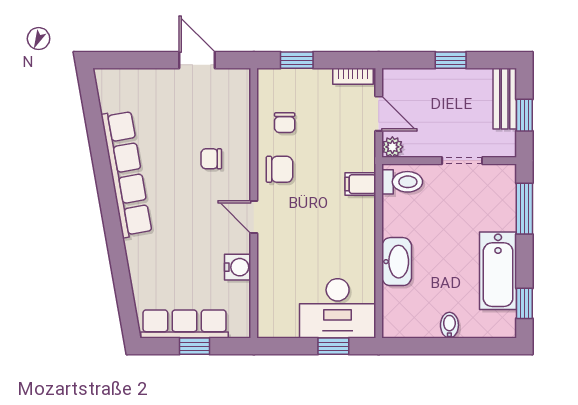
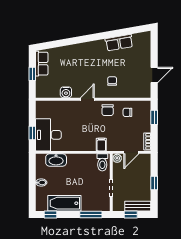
row of seats: (127, 174) -> (119, 43), width x0.50
washbasin: (397, 262) -> (56, 160), moved
row of seats: (185, 324) -> (42, 64), width x0.68

